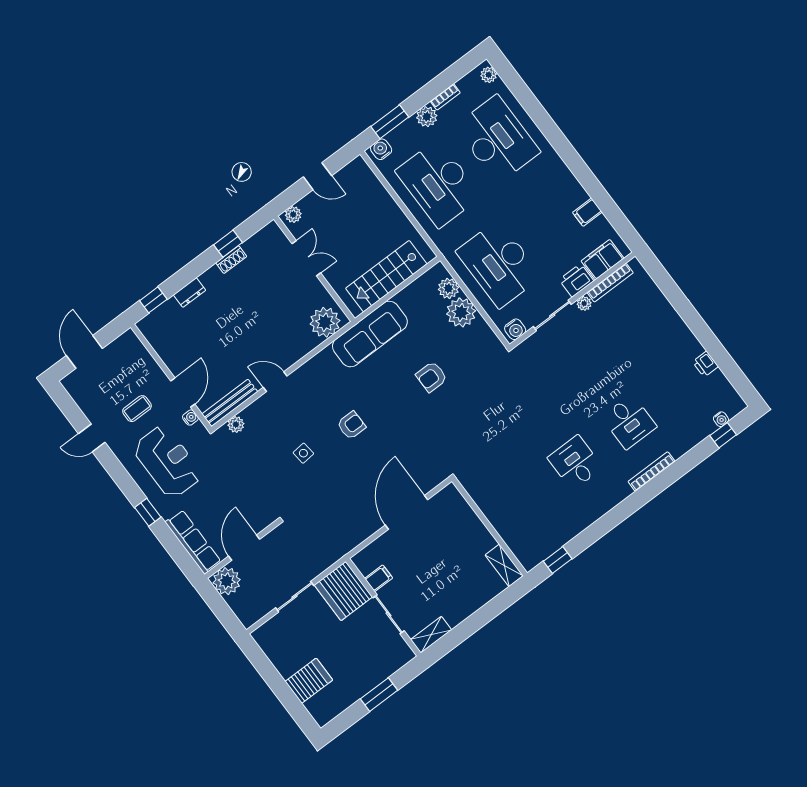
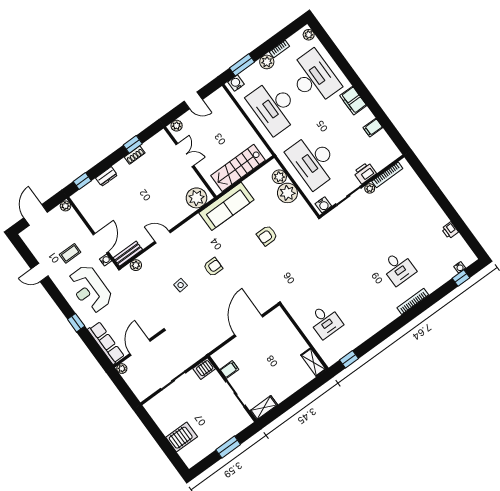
filing cabinet: (602, 260) -> (353, 101), moved, turned -90
plant: (129, 338) -> (65, 206), added
bench: (230, 403) -> (128, 254), width x0.73
reception desk: (168, 462) -> (90, 289), turned 180
desk: (575, 463) -> (325, 321), moved, turned 180
plant: (227, 581) -> (122, 369), width x0.53, depth x0.53
server rack: (343, 591) -> (204, 369), width x0.46, depth x0.70

